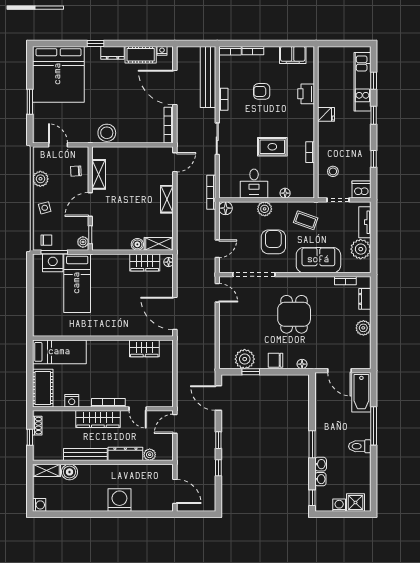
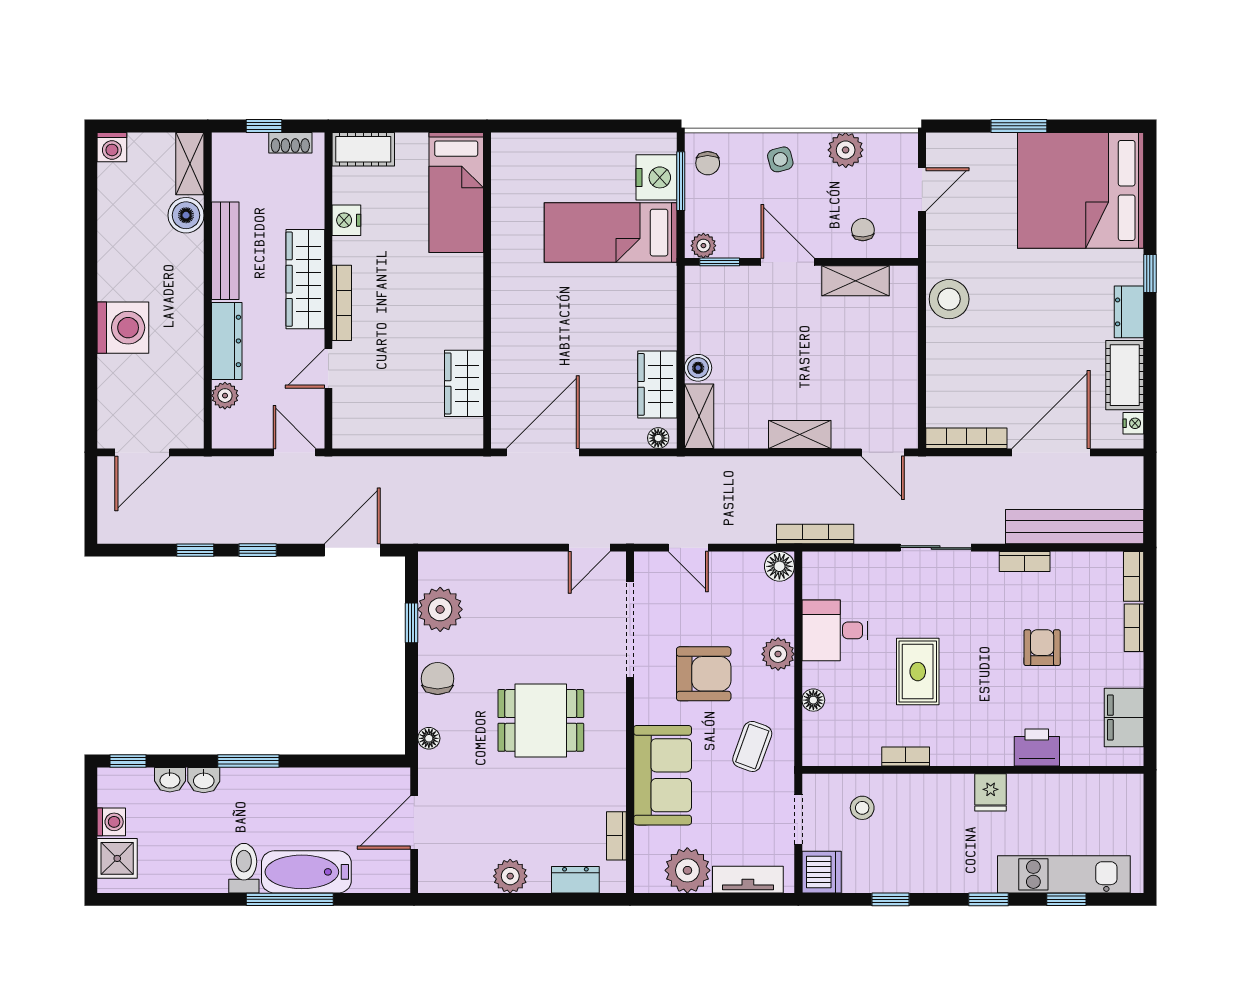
cot: (43, 388) -> (363, 149), width x0.73, depth x0.75
bathtub: (361, 392) -> (306, 872), moved

